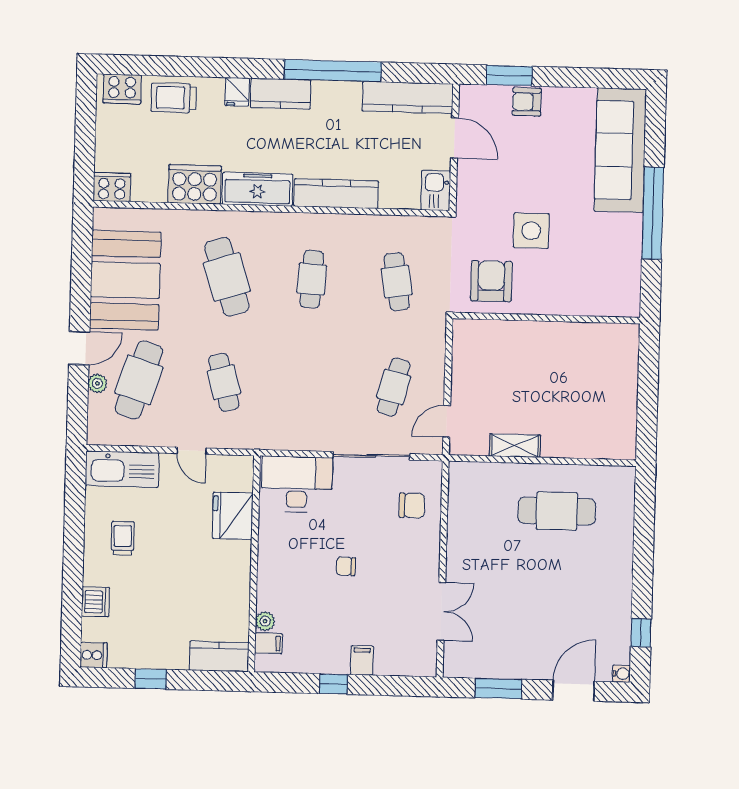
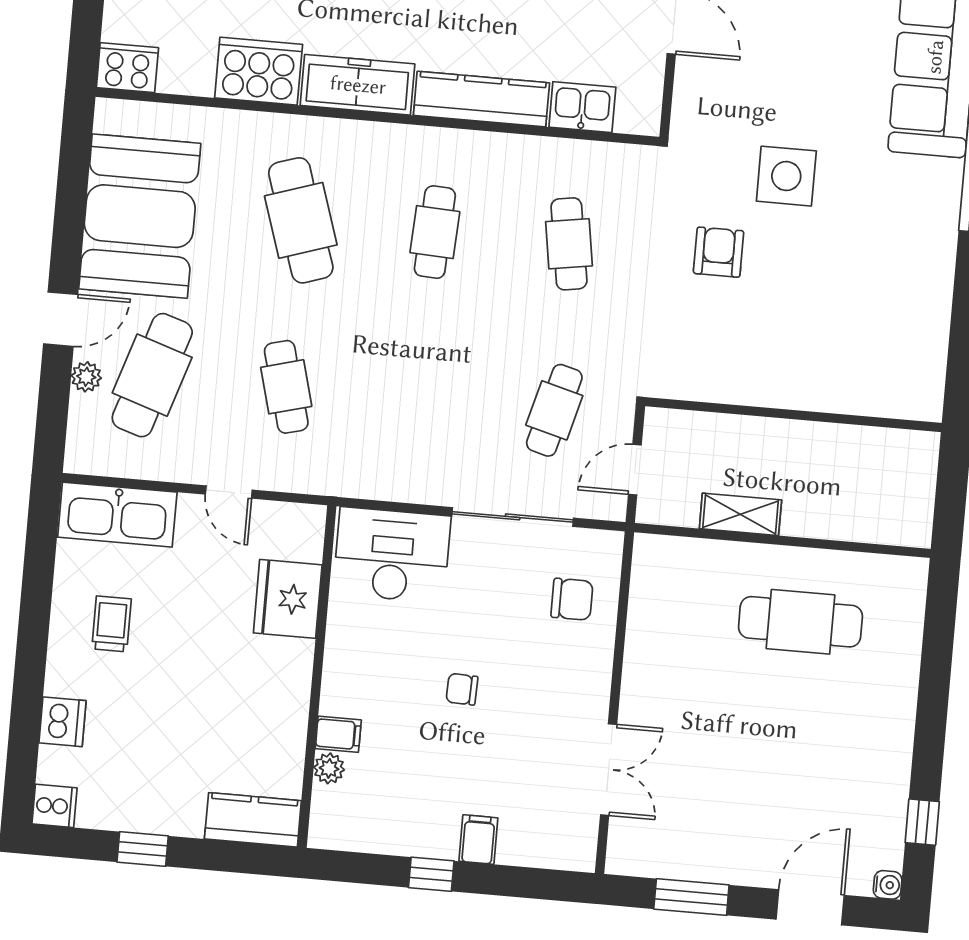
kitchen sink: (436, 190) -> (582, 107), moved, turned 90
armchair: (491, 281) -> (719, 252), width x0.72, depth x0.72
wall: (546, 318) -> (793, 415), moved
filing cabinet: (268, 643) -> (338, 734), moved

